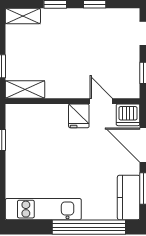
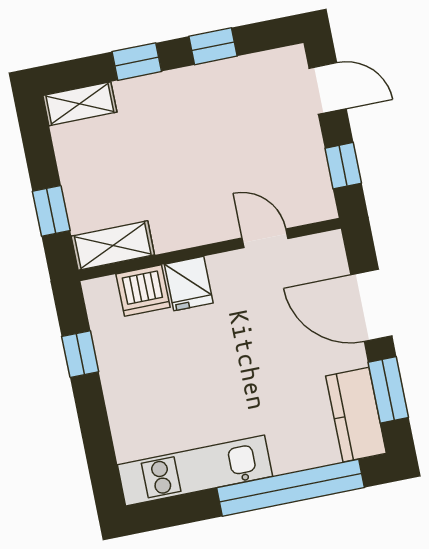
dishwasher: (128, 115) -> (143, 291), moved
fridge: (79, 116) -> (189, 284), moved

